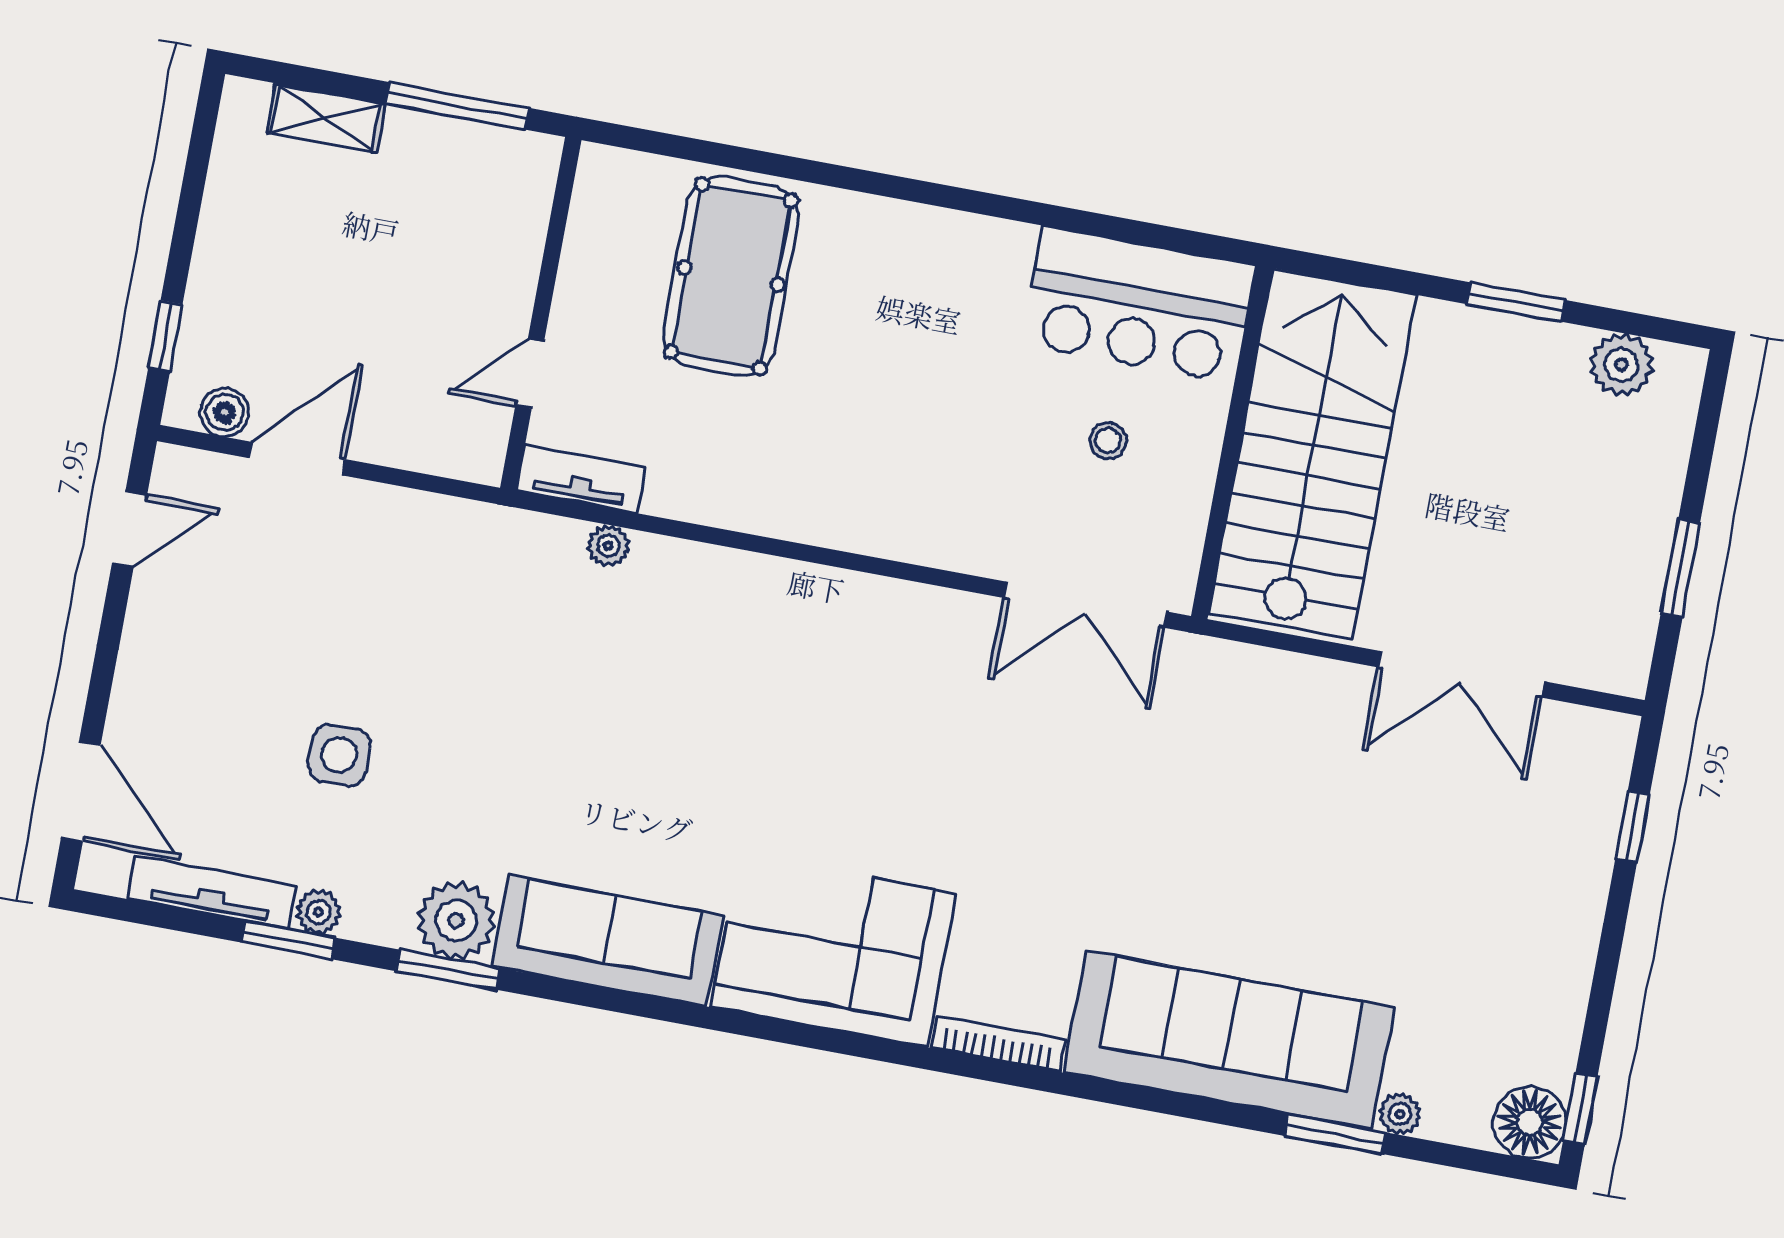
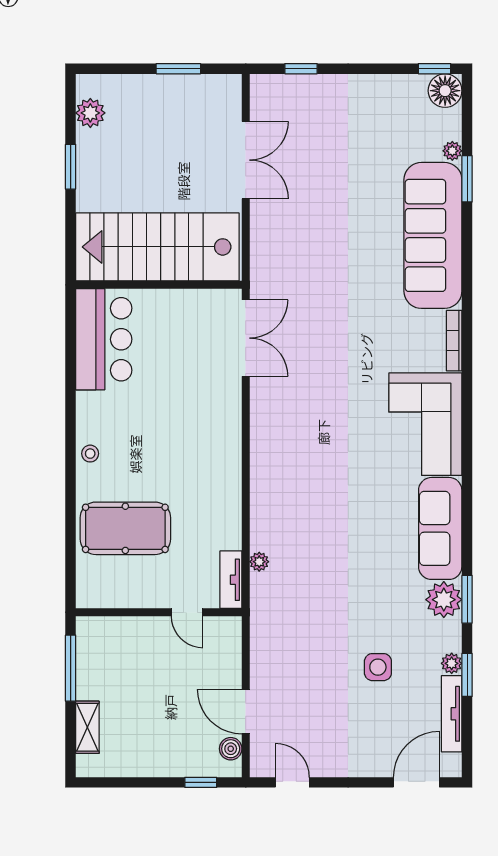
stool: (1108, 440) -> (90, 454), moved

